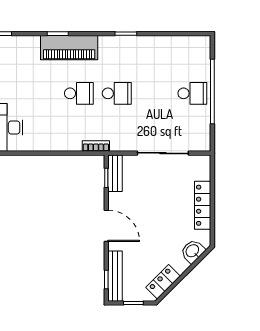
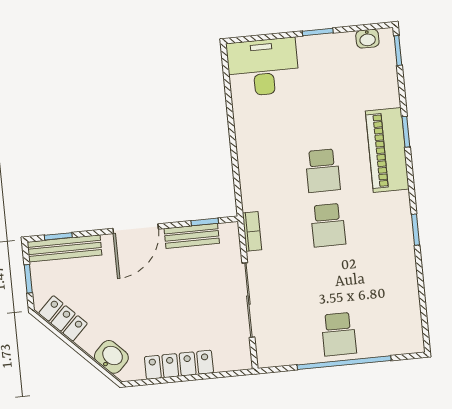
bookcase: (96, 146) -> (252, 231), moved
bench: (115, 173) -> (192, 236), moved

